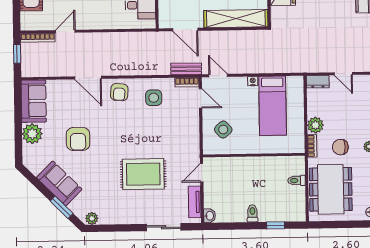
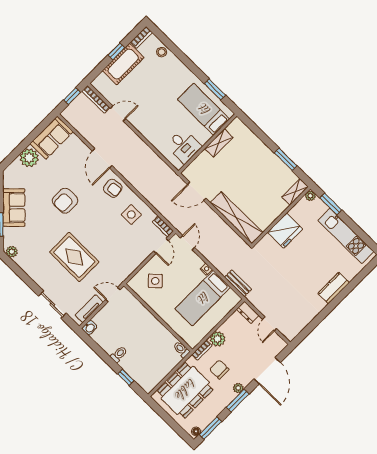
door: (185, 30) -> (197, 191), hinge flipped
bench: (186, 69) -> (238, 283), moved
armchair: (119, 92) -> (113, 188), turned -102
armchair: (78, 139) -> (65, 201), moved
toilet: (297, 180) -> (181, 350), moved

